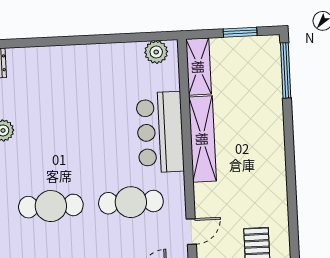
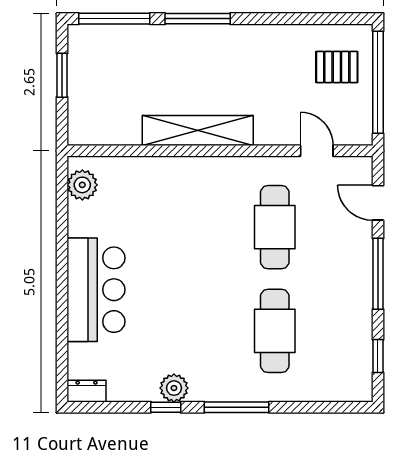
shelving: (199, 67) -> (104, 131), removed
bar counter: (160, 132) -> (96, 290), moved, turned -90
window: (289, 135) -> (198, 19), added

